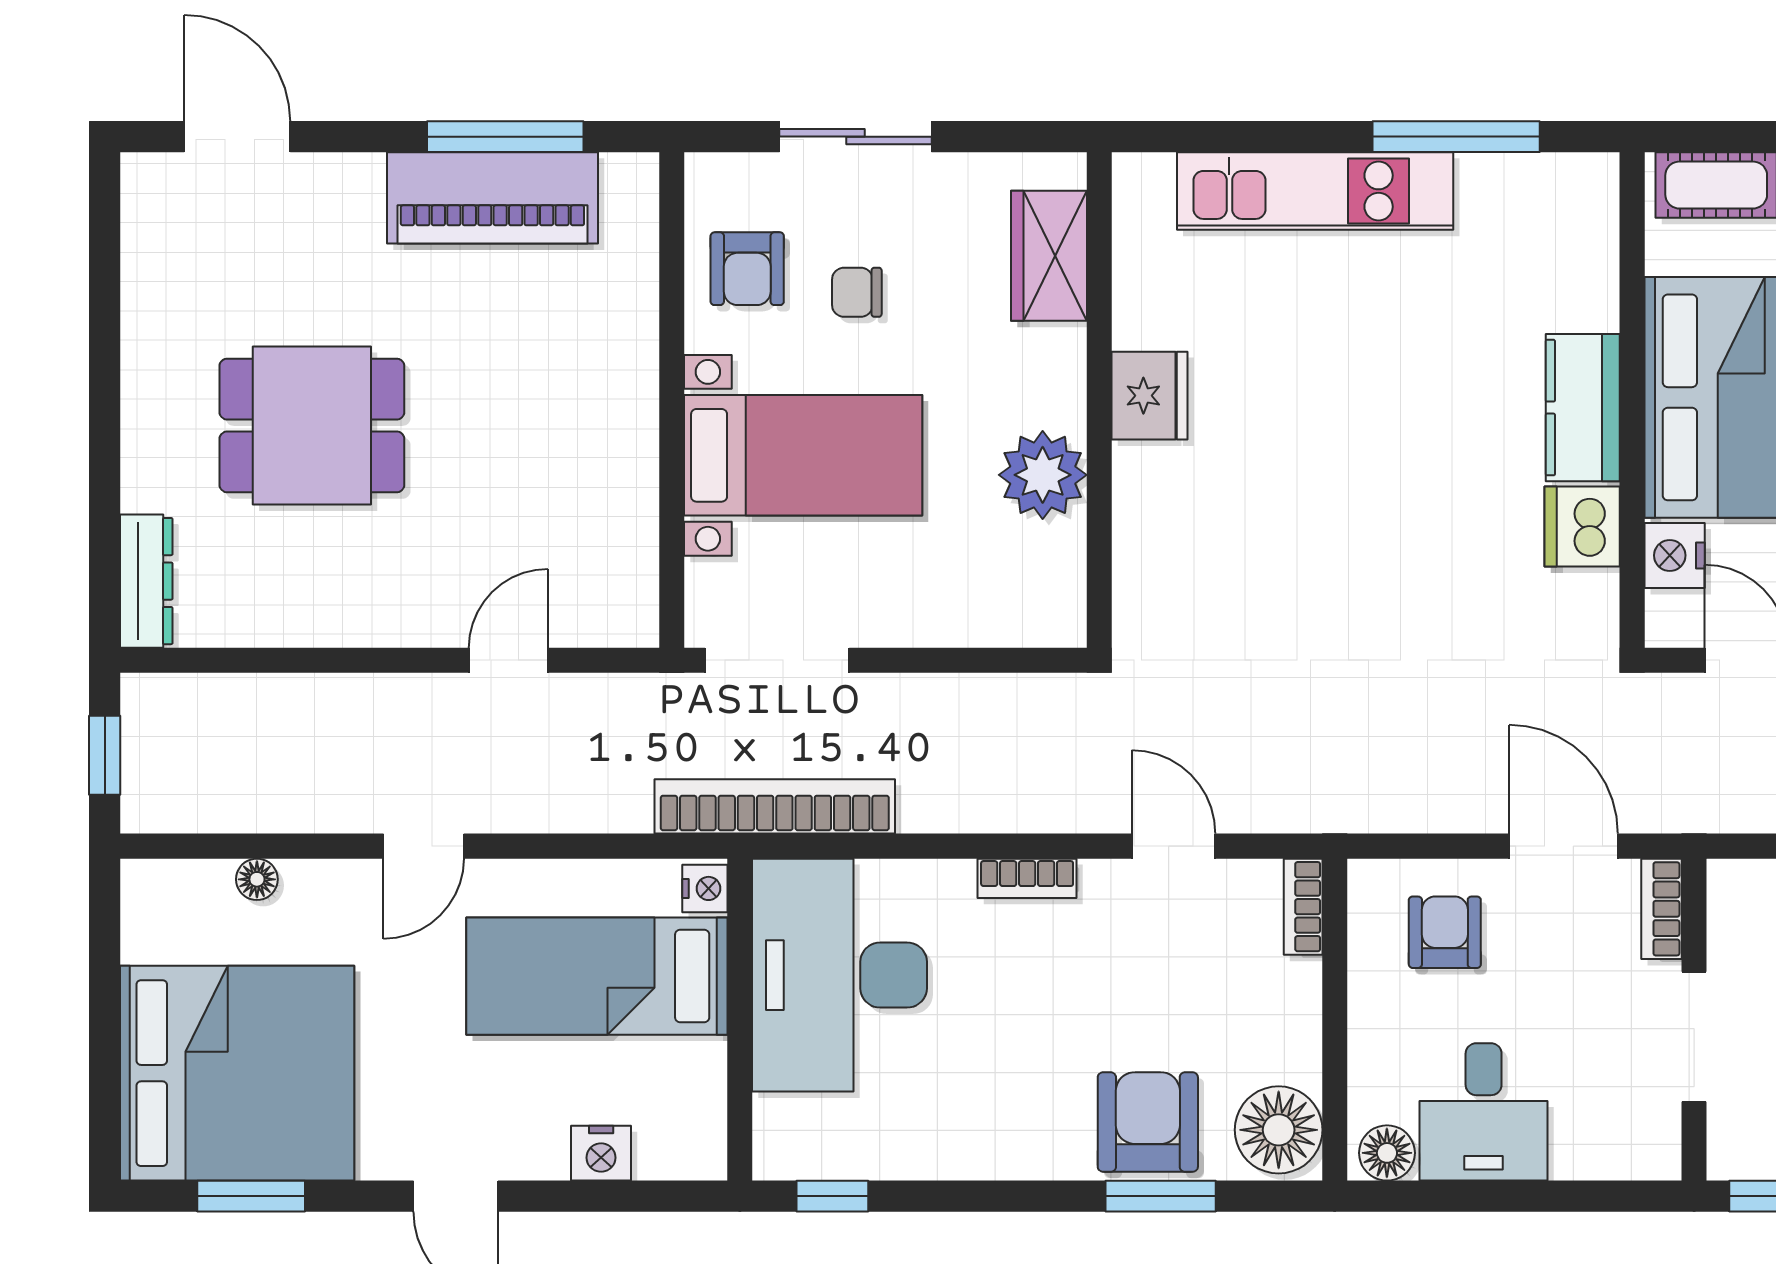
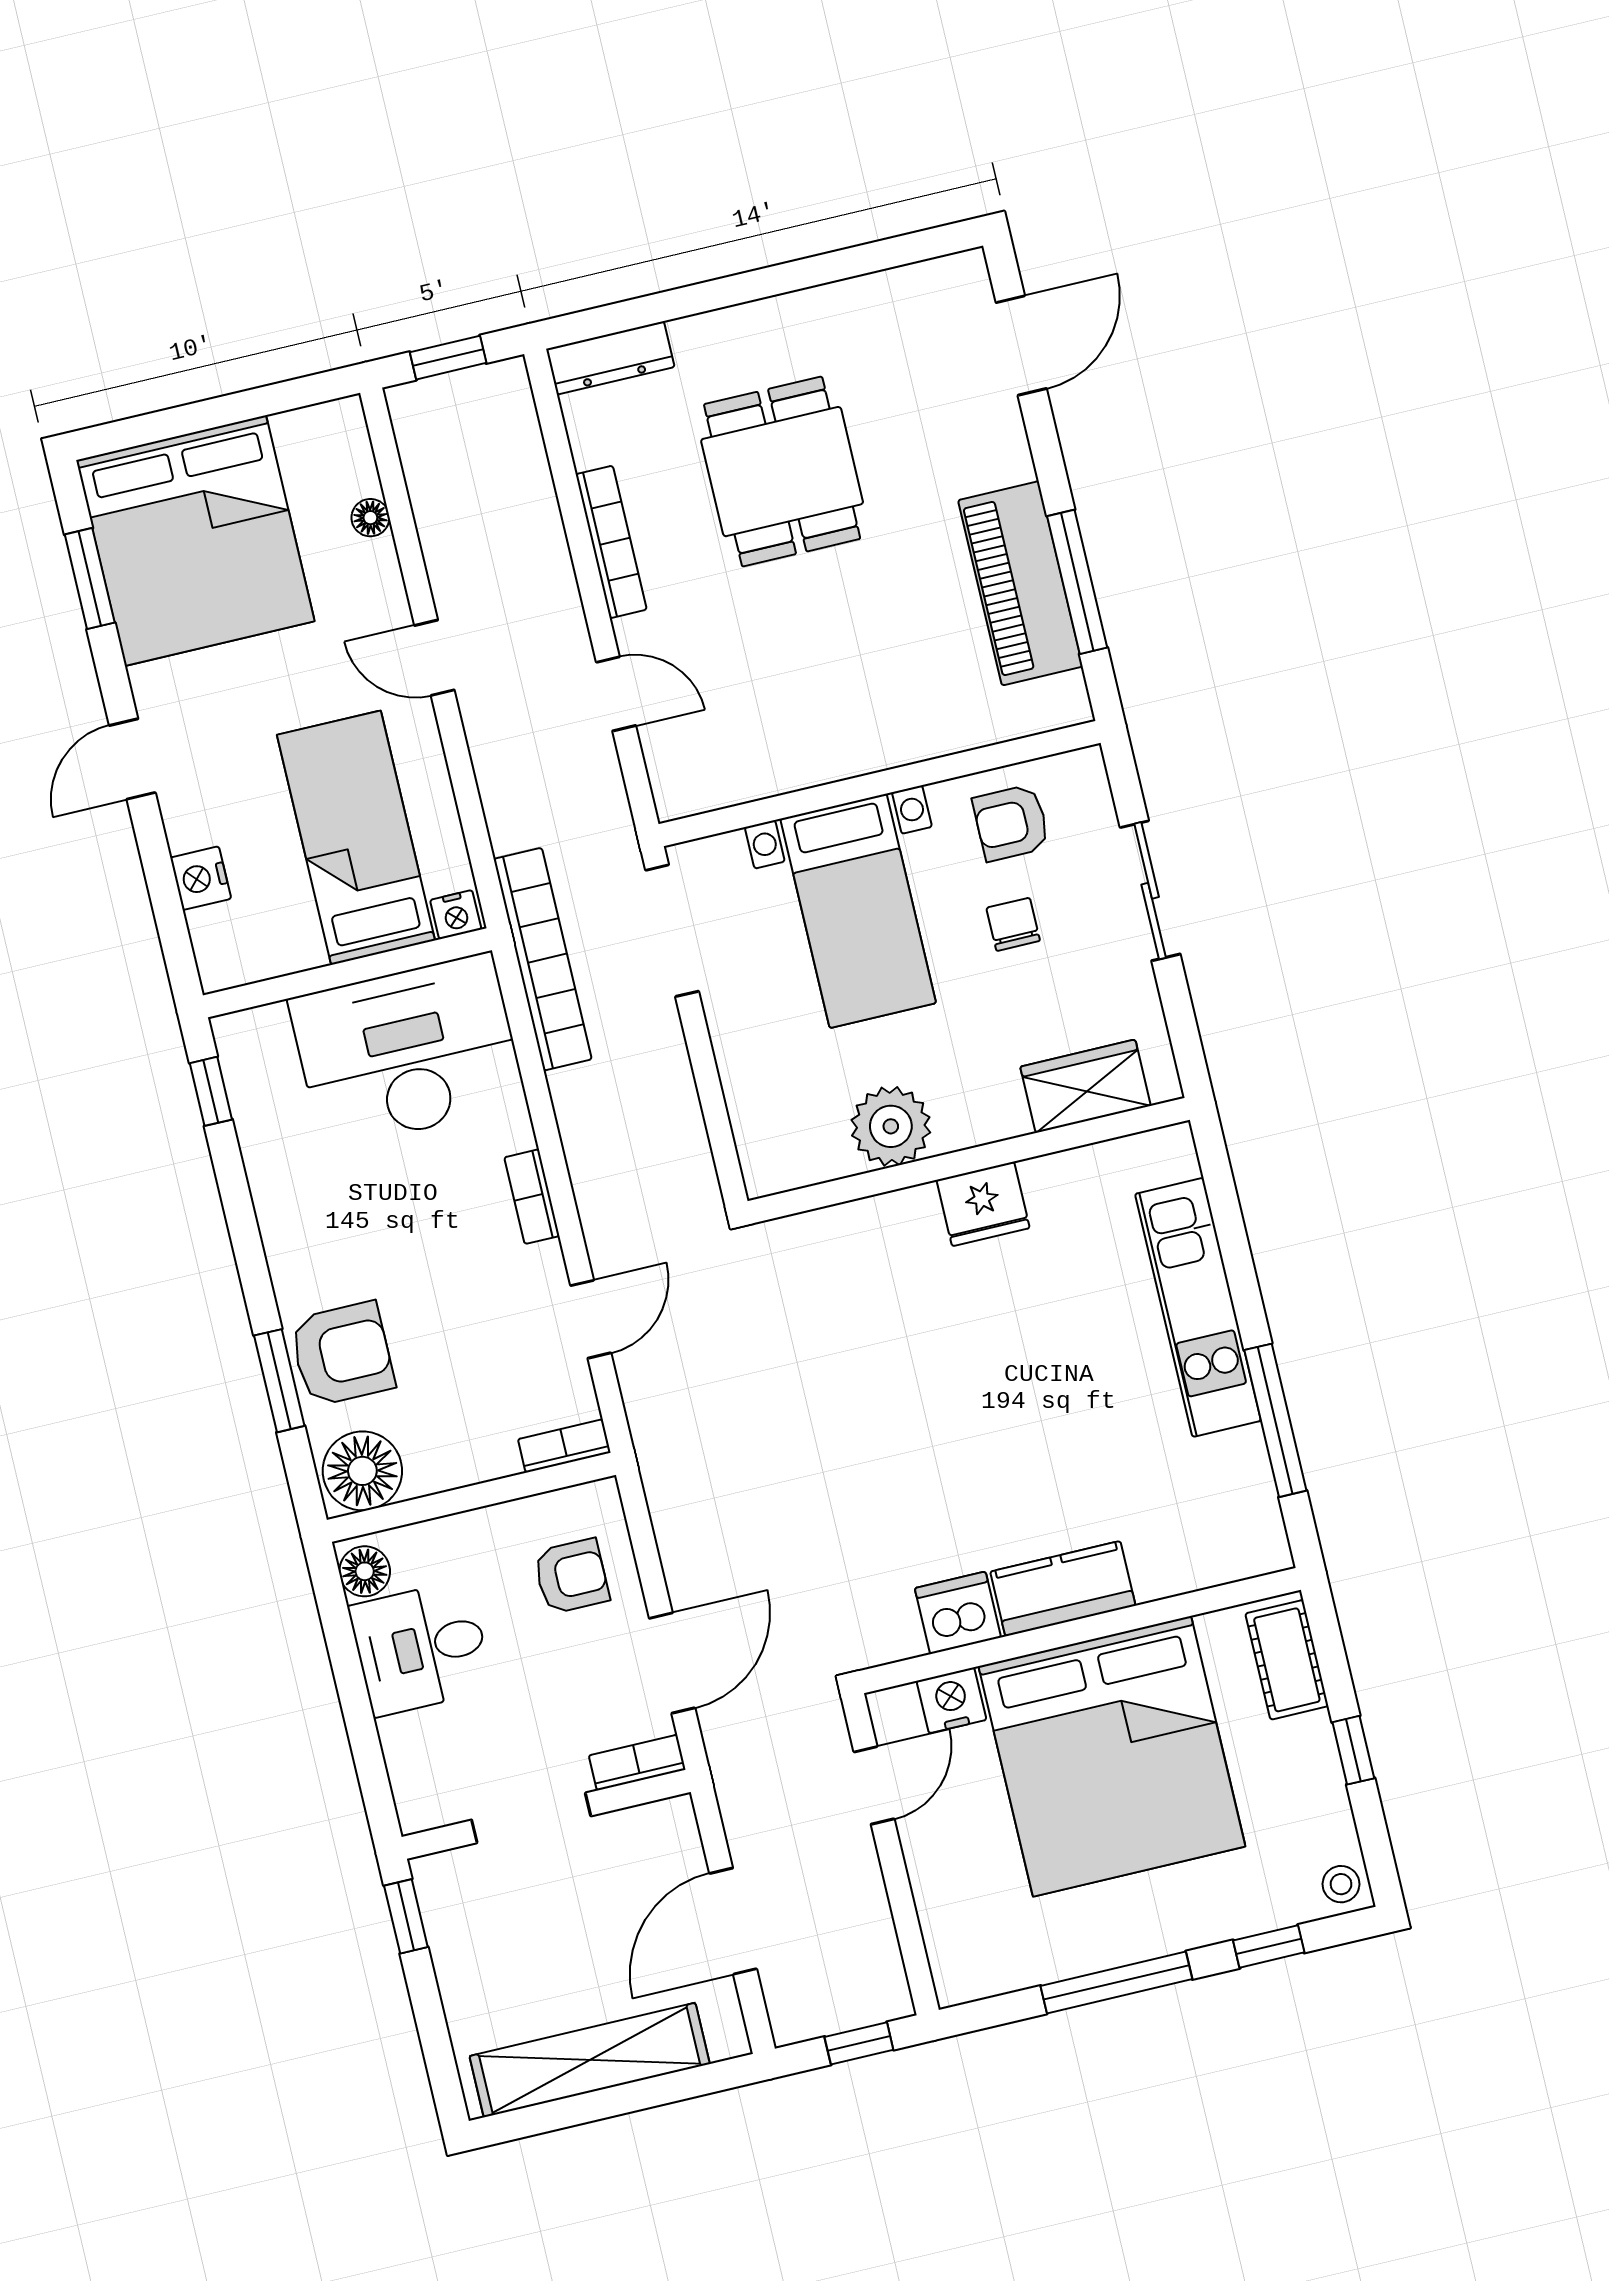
bookcase: (344, 627) -> (611, 542), added

